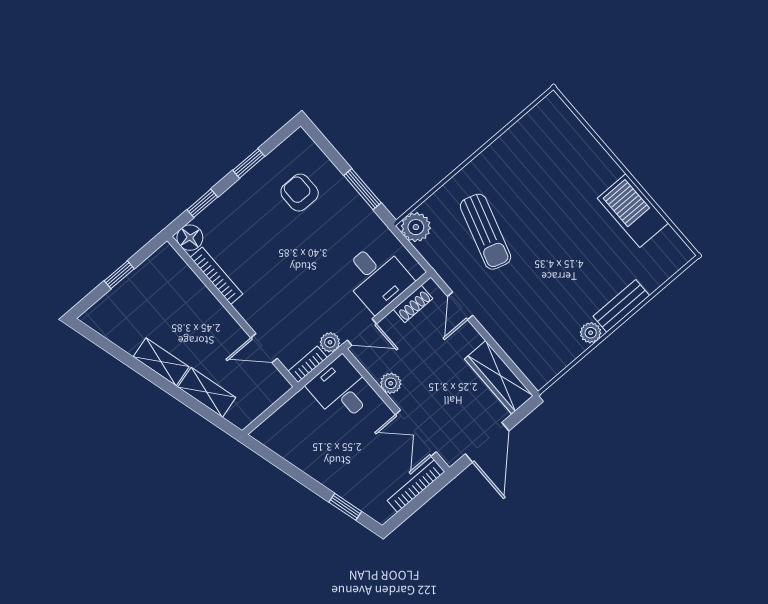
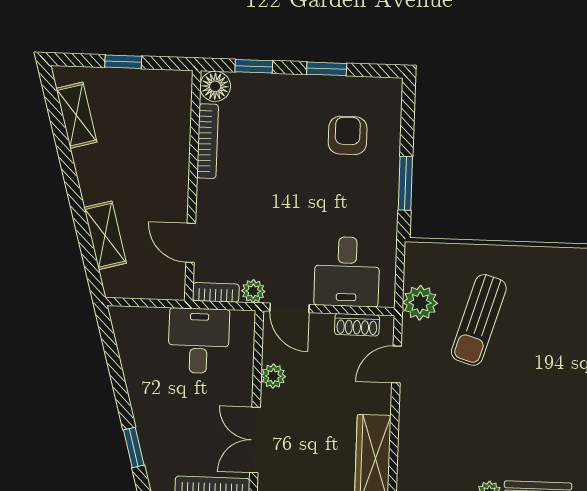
plant: (416, 227) -> (420, 303), moved
shelving: (161, 362) -> (76, 115), moved
desk: (341, 390) -> (199, 341), moved

